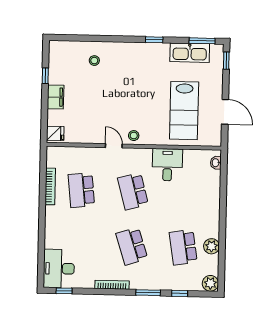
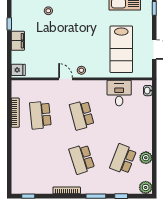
desk: (167, 165) -> (119, 93), moved
school desk: (183, 247) -> (123, 159), turned 30
desk: (59, 269) -> (24, 178), removed

